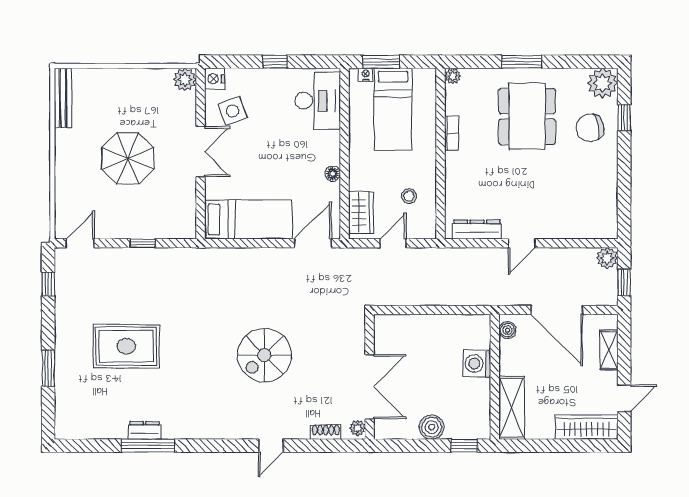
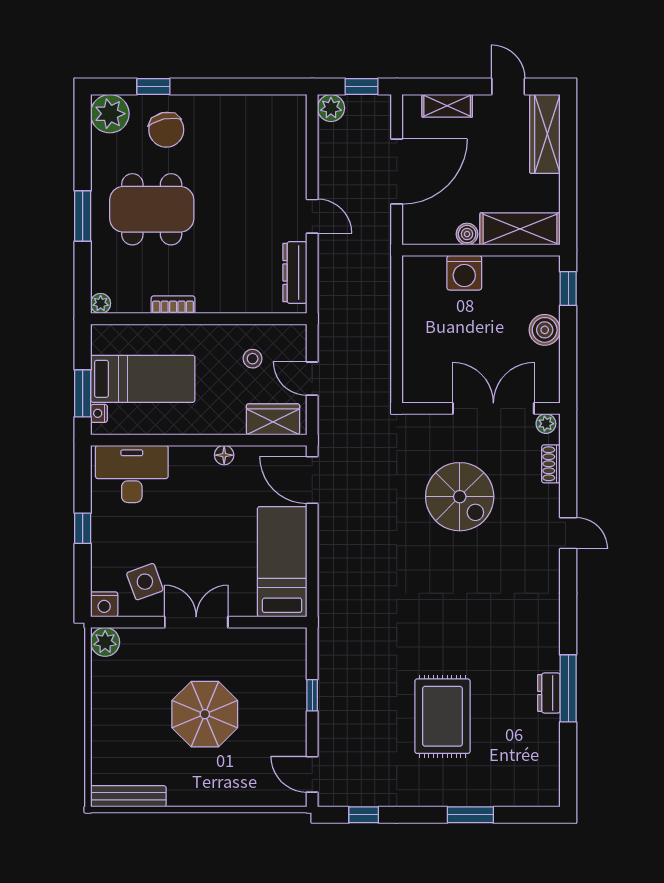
boiler: (507, 330) -> (467, 234), moved
spiral stairs: (264, 355) -> (460, 497), moved

